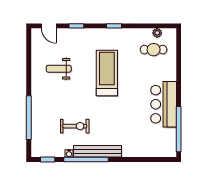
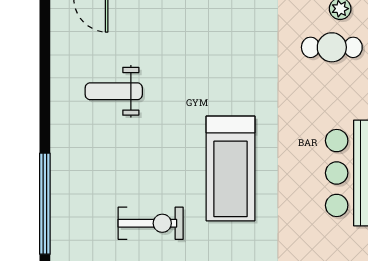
treadmill: (107, 73) -> (230, 168), moved, turned 180

